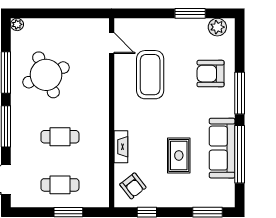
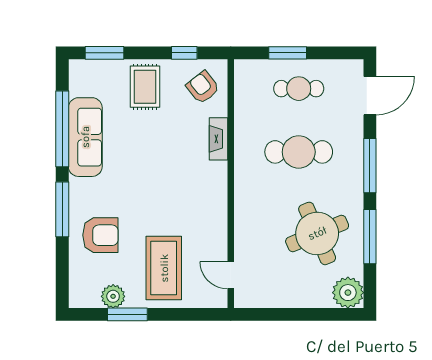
plant: (17, 24) -> (348, 293), width x1.88, depth x1.88
plant: (217, 27) -> (113, 296), moved
coffee table: (150, 75) -> (164, 268), moved
cafe table: (60, 137) -> (299, 152), width x1.37, depth x1.35
rug: (179, 155) -> (145, 87), moved

